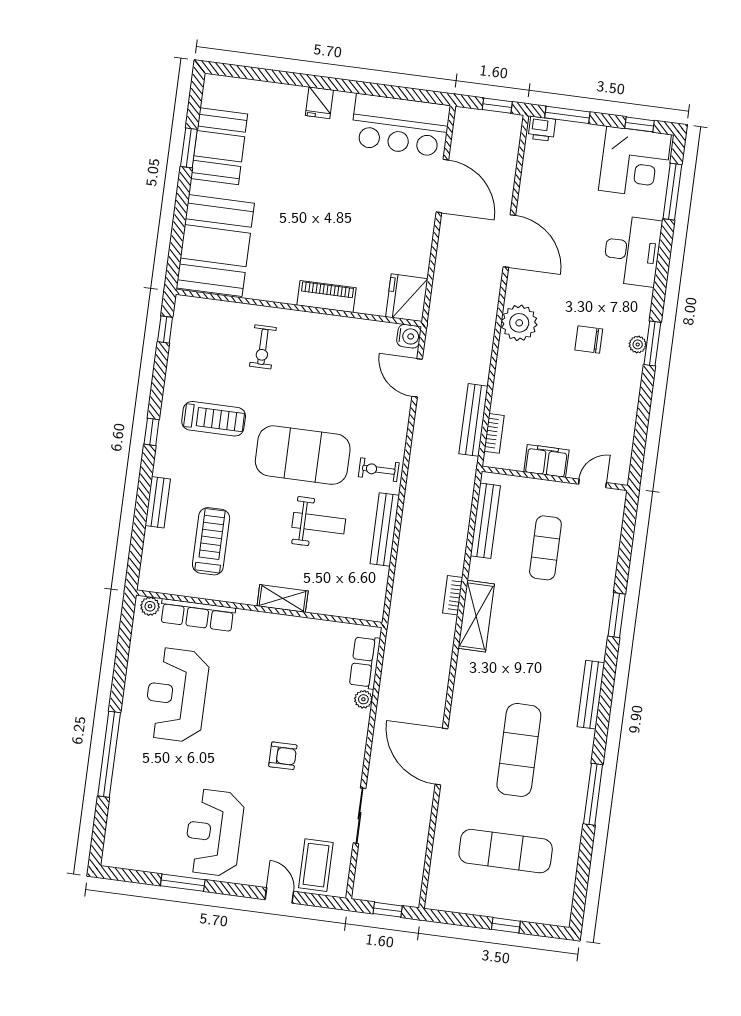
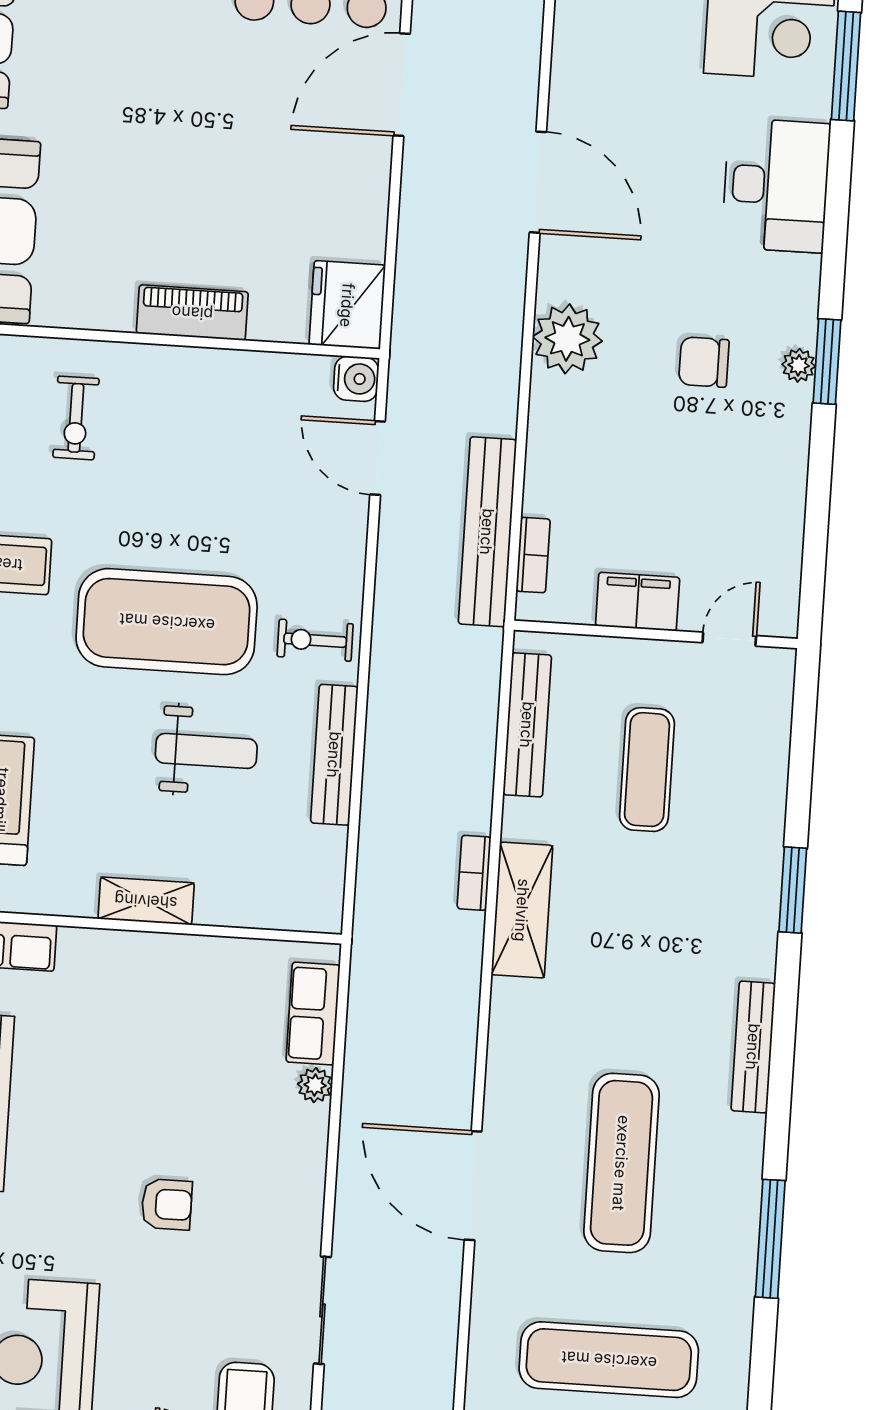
door: (442, 186) -> (402, 85), swing flipped
bench: (473, 420) -> (487, 532), width x1.37, depth x1.21

